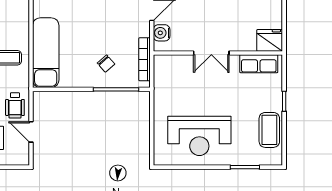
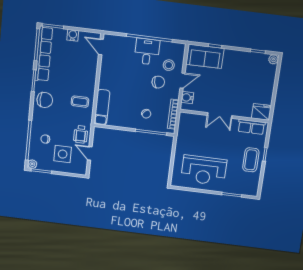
chair: (118, 16) -> (158, 82), added
exam couch: (46, 53) -> (102, 107), width x0.73, depth x0.69
coffee table: (269, 130) -> (251, 160), moved

